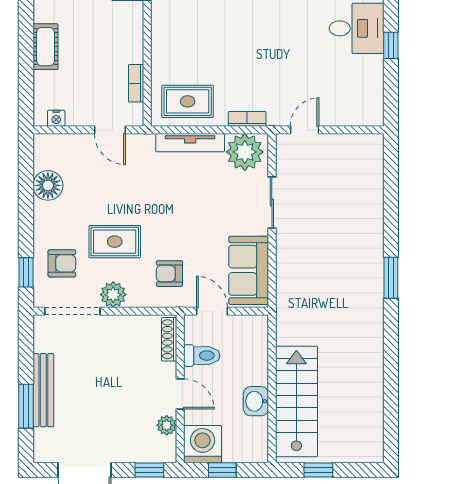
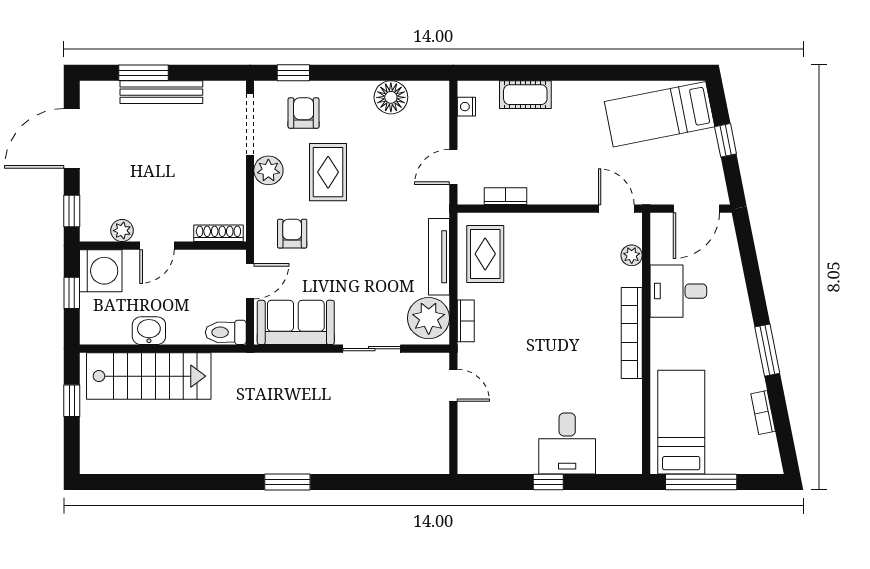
cot: (46, 47) -> (525, 95), moved
armchair: (62, 263) -> (304, 113), turned 180
toilet: (202, 356) -> (226, 332), moved, turned 90

